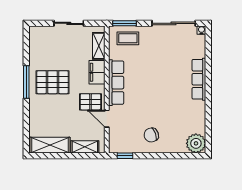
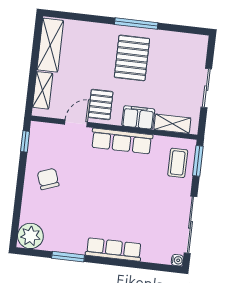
window: (208, 113) -> (68, 257), added

